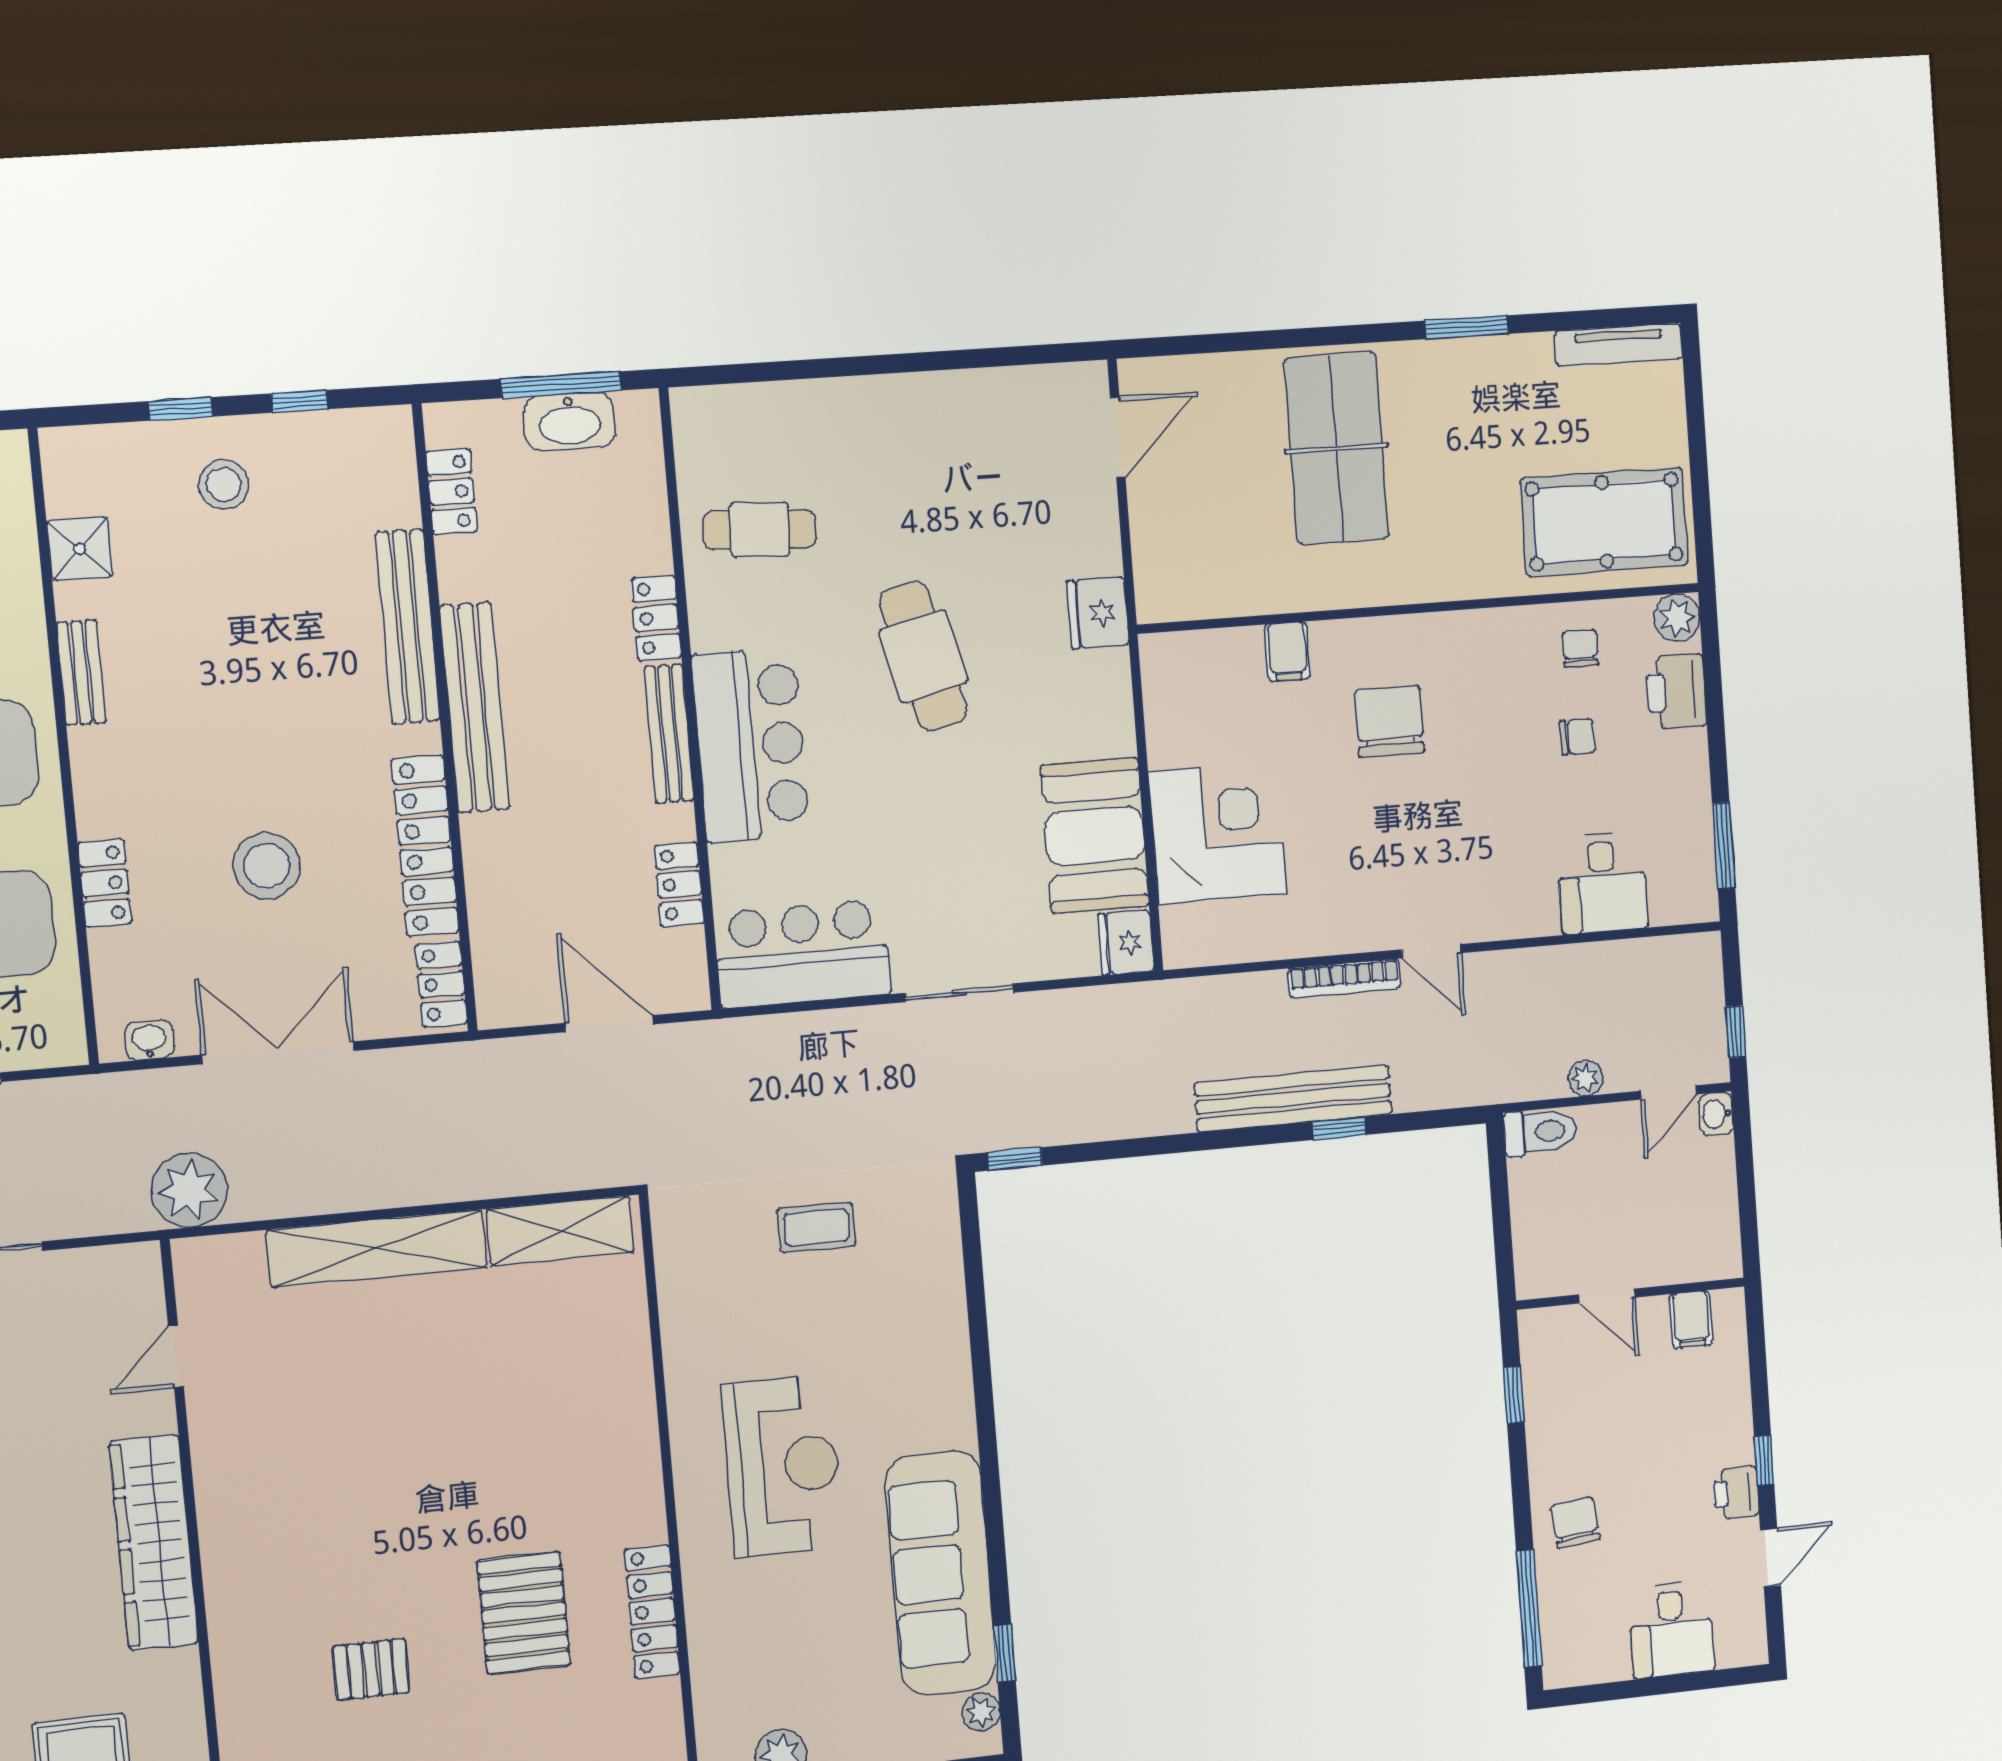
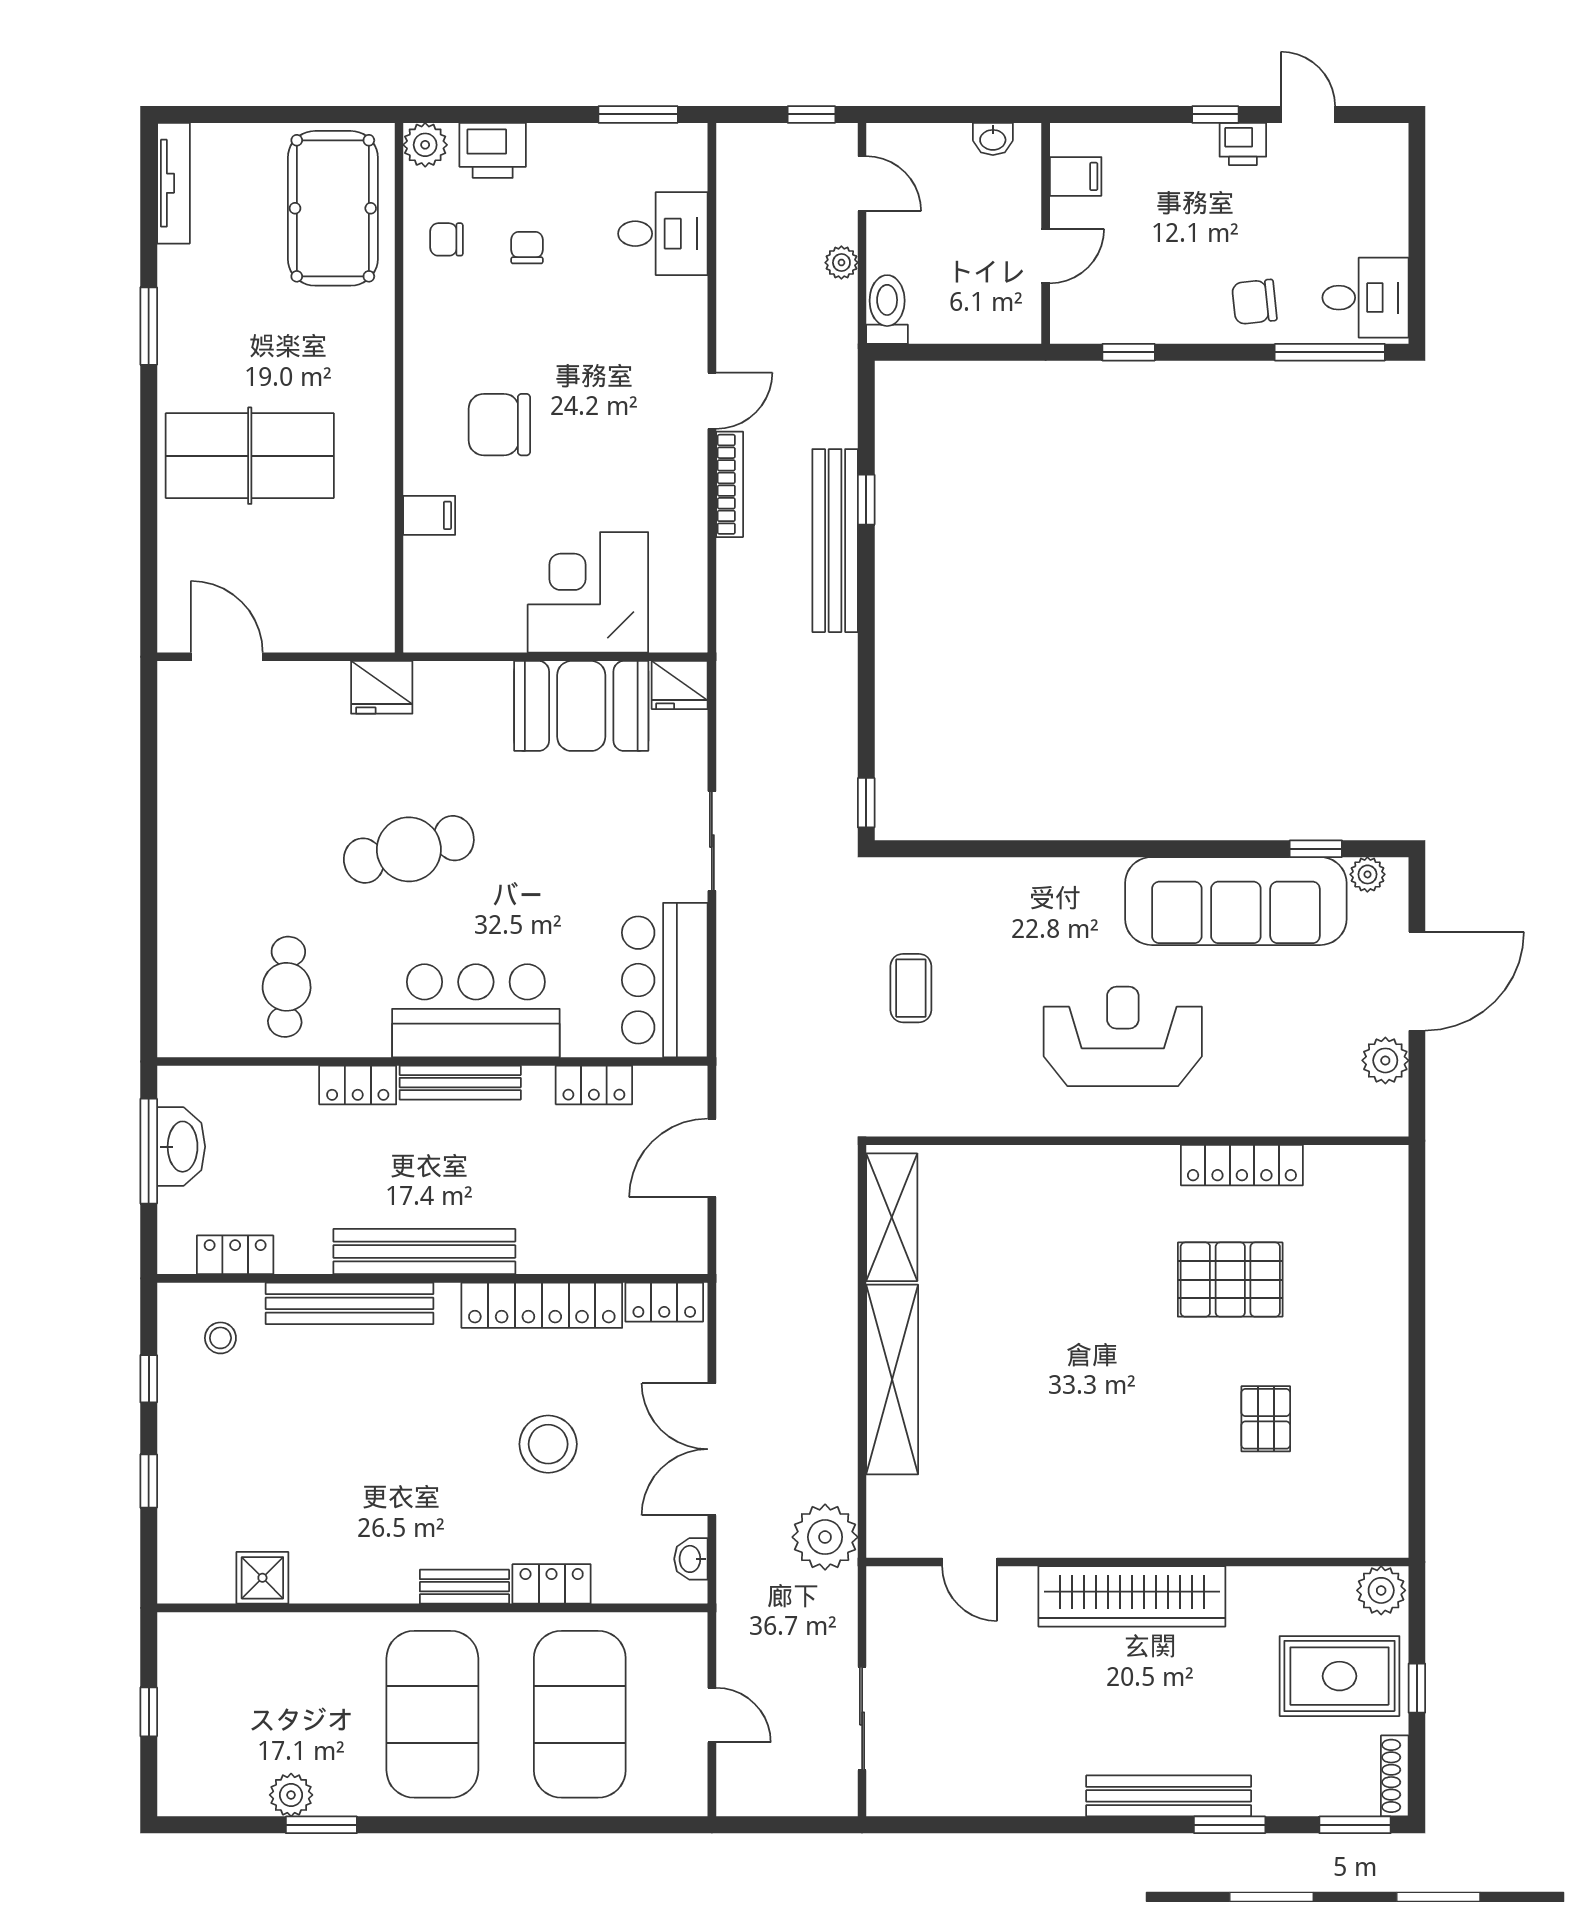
stool: (223, 485) -> (220, 1338), moved, width x0.73, depth x0.73
bench: (81, 673) -> (464, 1587), moved
washbasin: (1716, 1114) -> (993, 139), moved
desk: (1671, 1630) -> (1365, 298), moved

